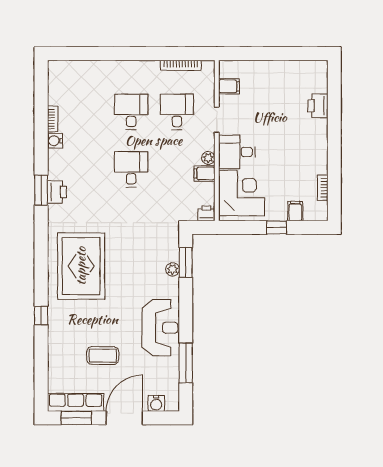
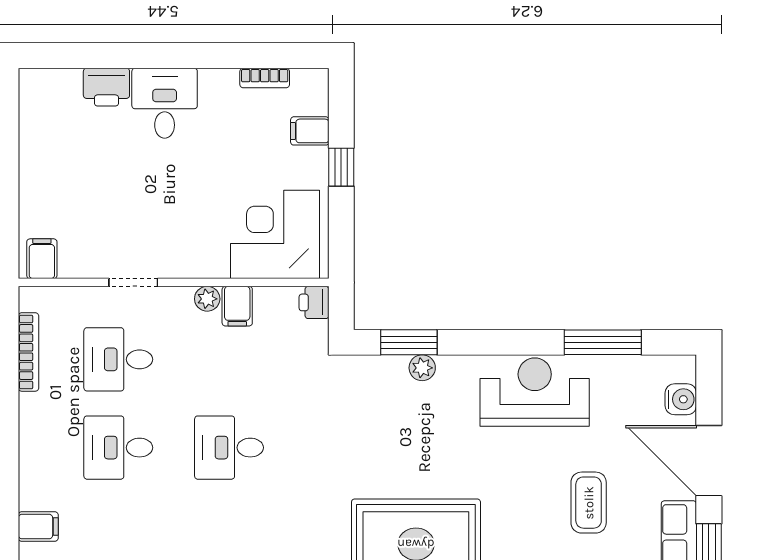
filing cabinet: (90, 70) -> (38, 527), added
filing cabinet: (229, 86) -> (42, 259), moved
desk: (237, 152) -> (165, 103), moved, turned 180

